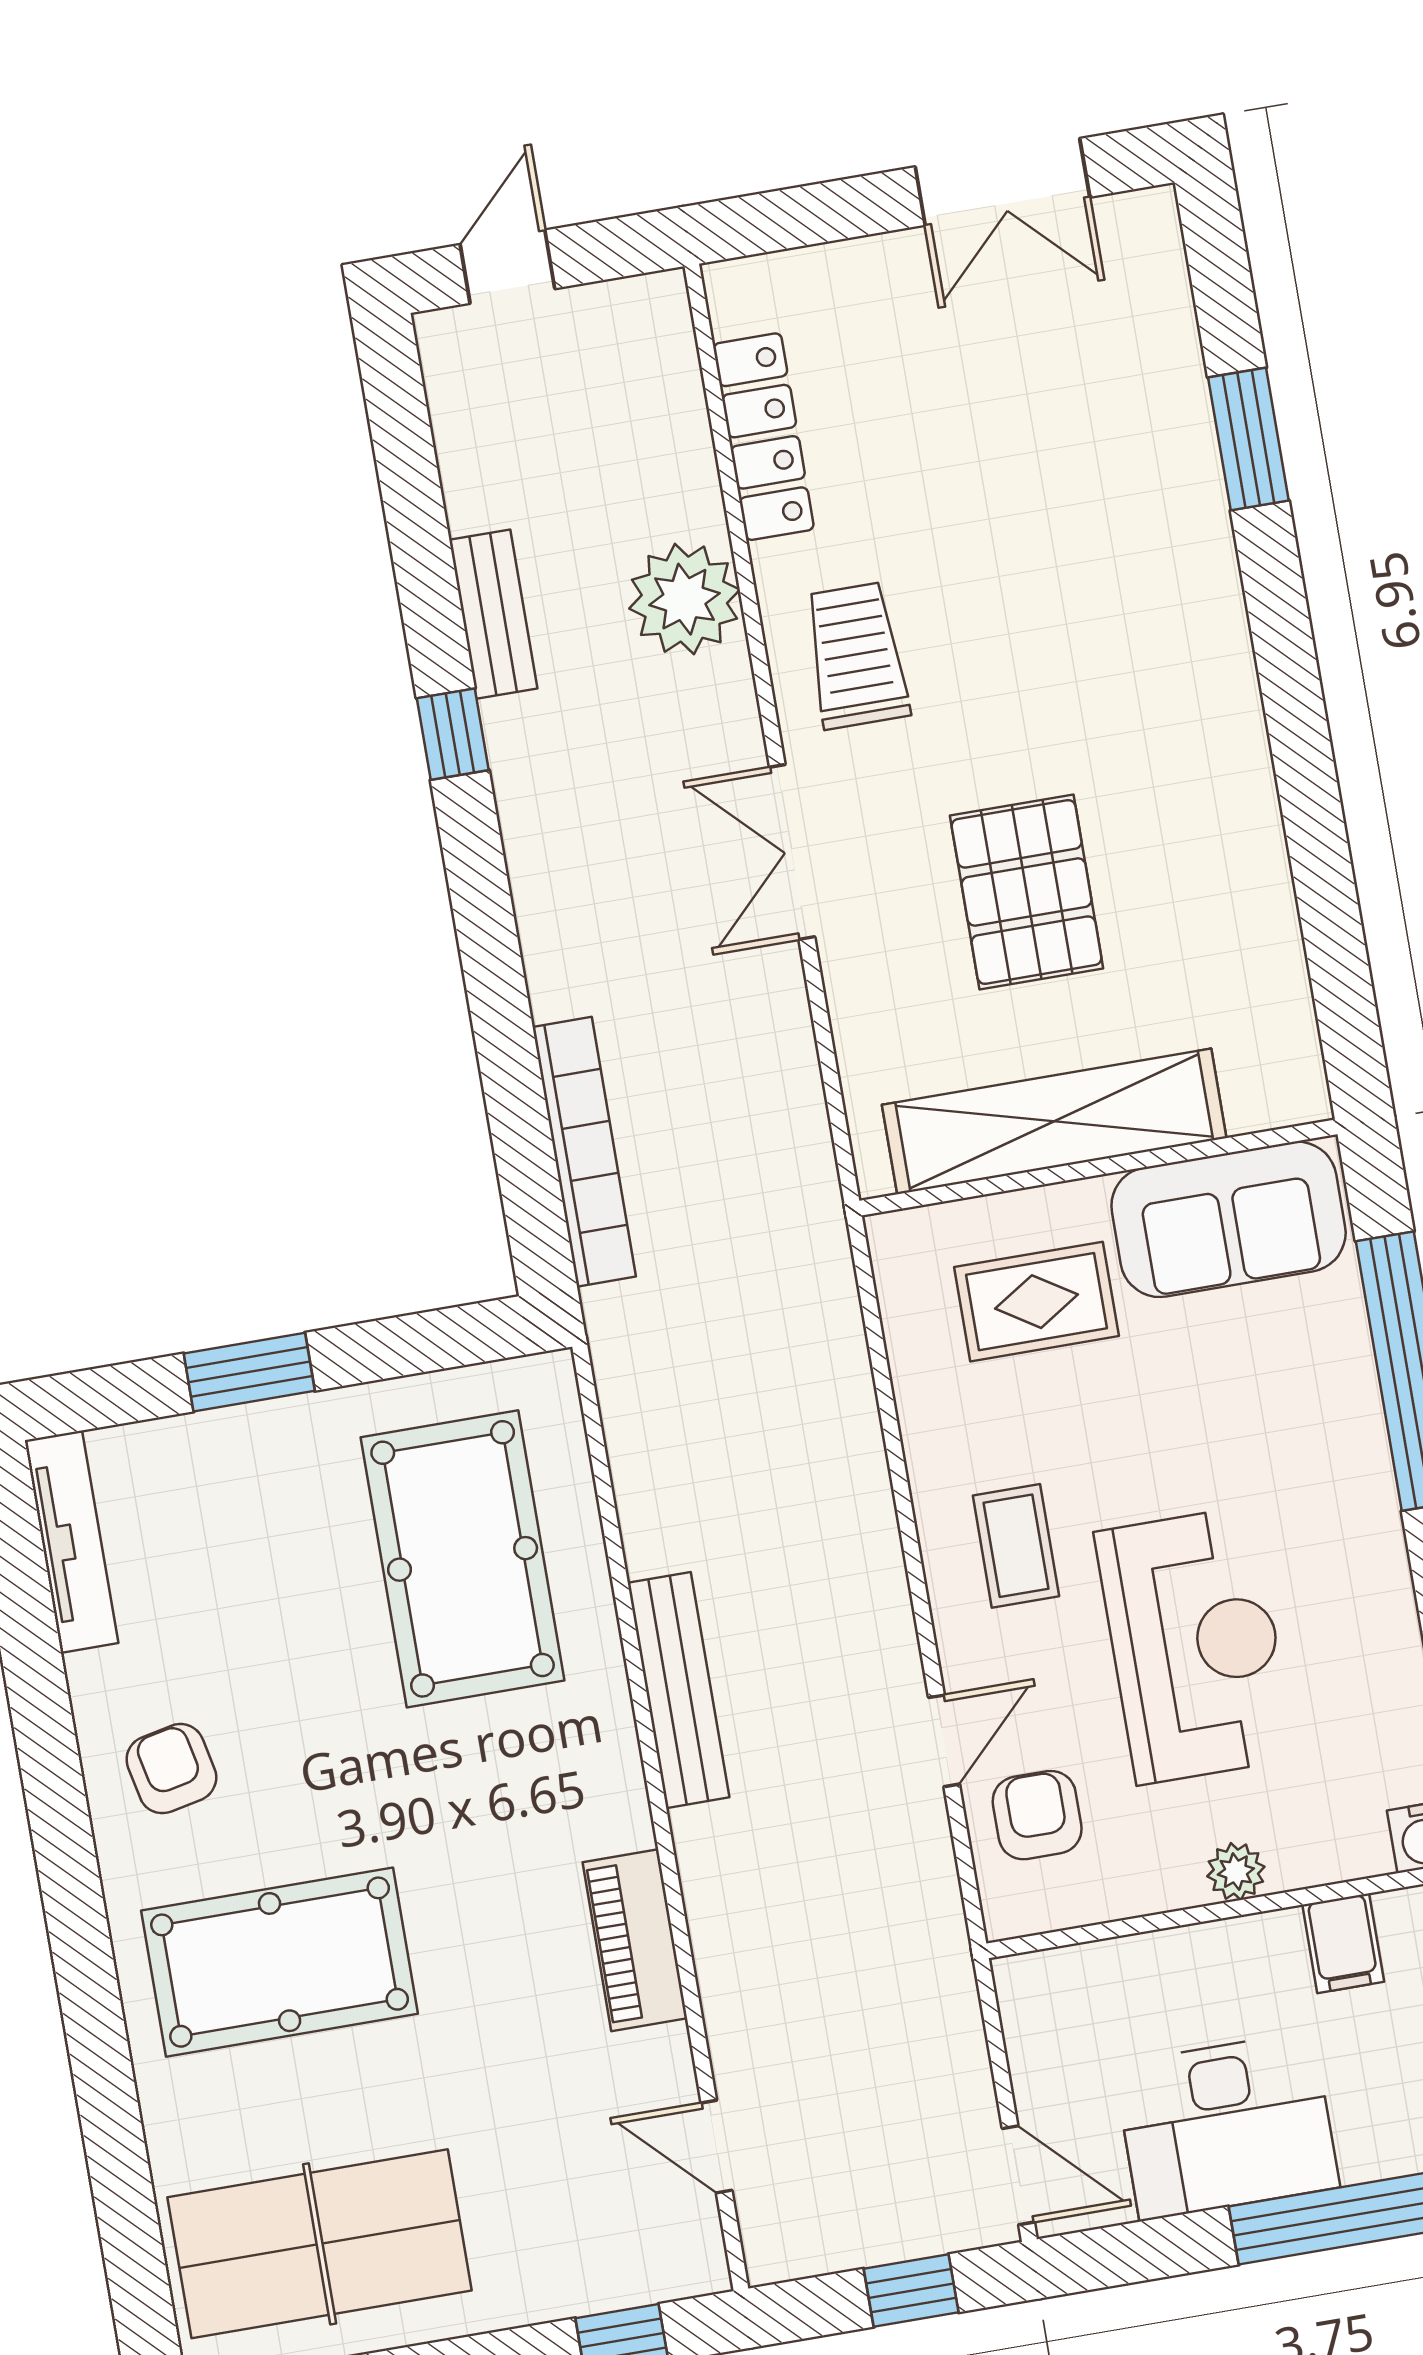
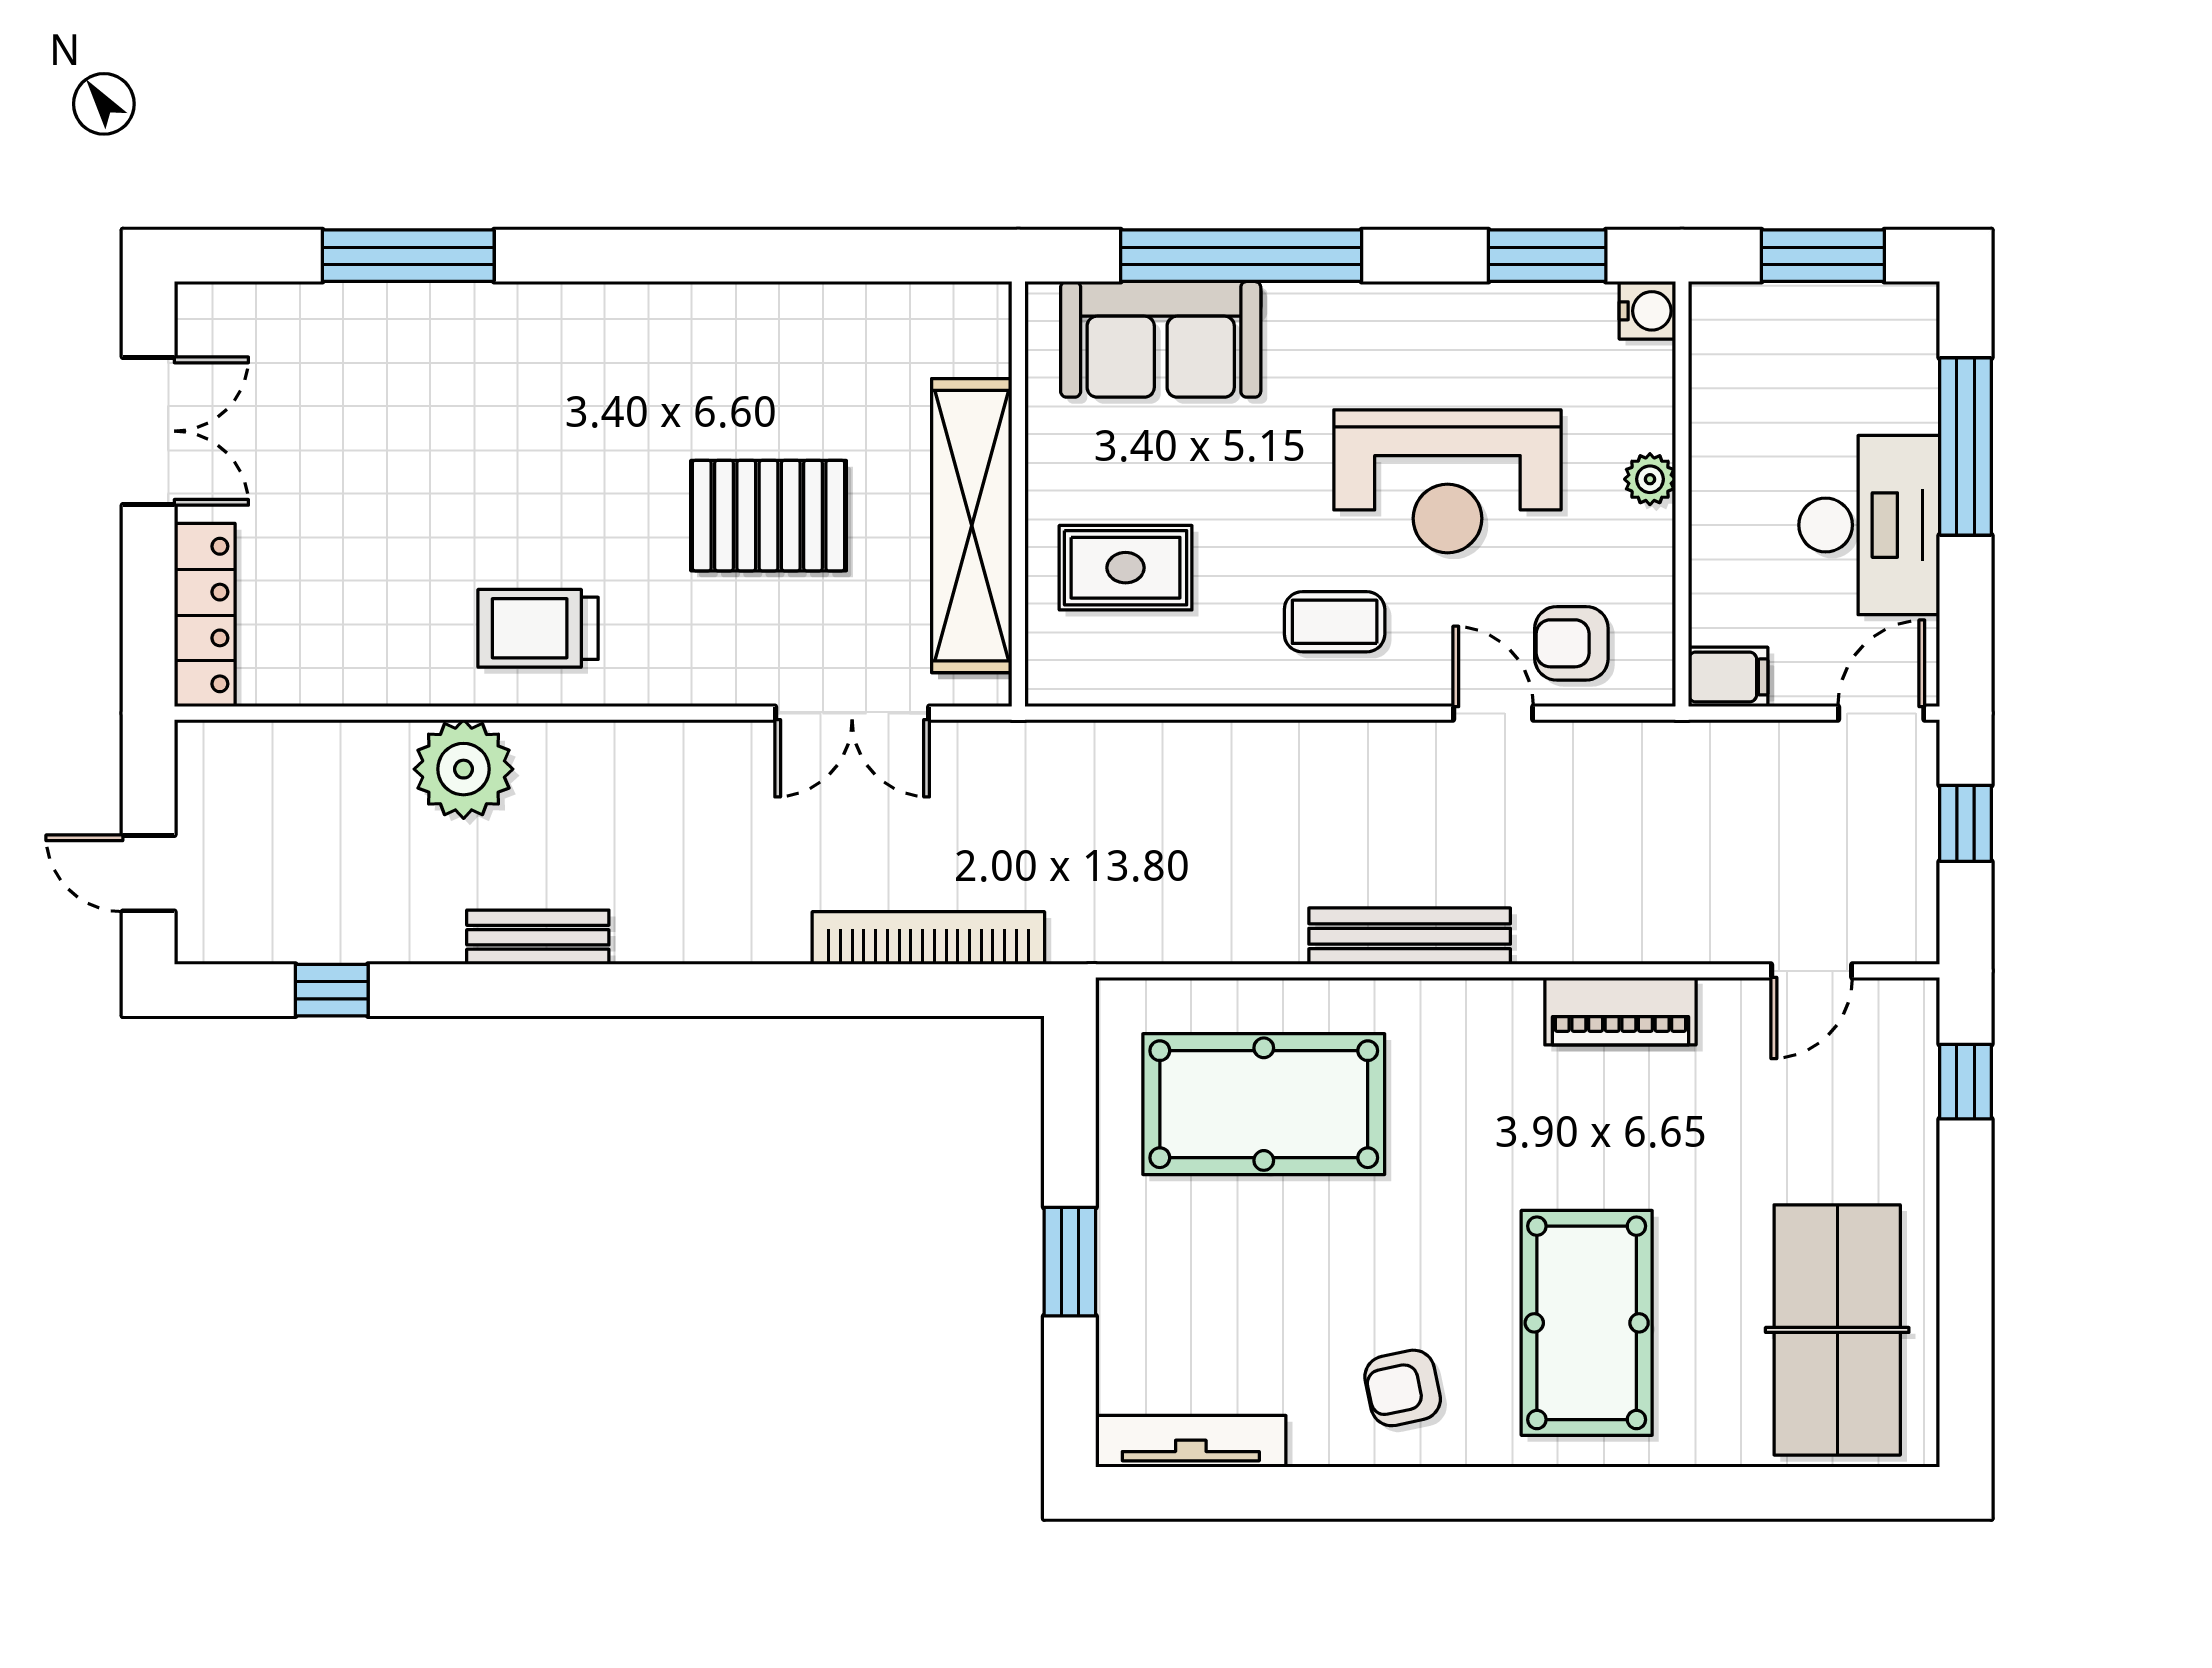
locker: (763, 437) -> (205, 615), moved, turned 90
window: (1248, 439) -> (408, 256), width x1.44
bench: (493, 614) -> (538, 937), moved
window: (453, 734) -> (332, 990), moved
double door: (792, 852) -> (852, 713), moved
sofa: (1229, 1219) -> (1161, 339), moved, turned 90
rug: (1037, 1302) -> (1126, 568), turned 90
reception desk: (1195, 1645) -> (1447, 481), turned 180
filing cabinet: (1343, 1943) -> (1728, 677), moved

